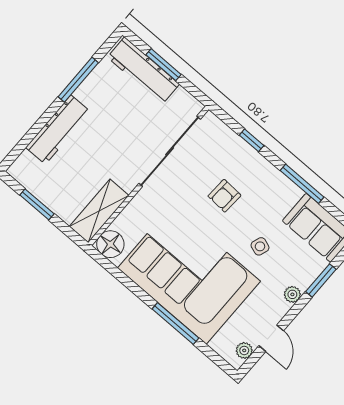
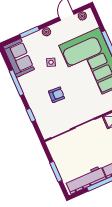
workbench: (143, 71) -> (86, 180), moved, turned -90

